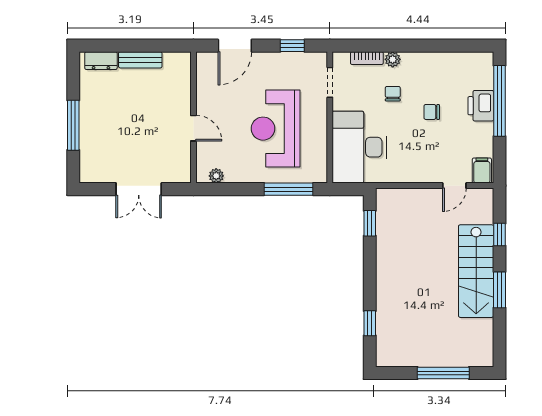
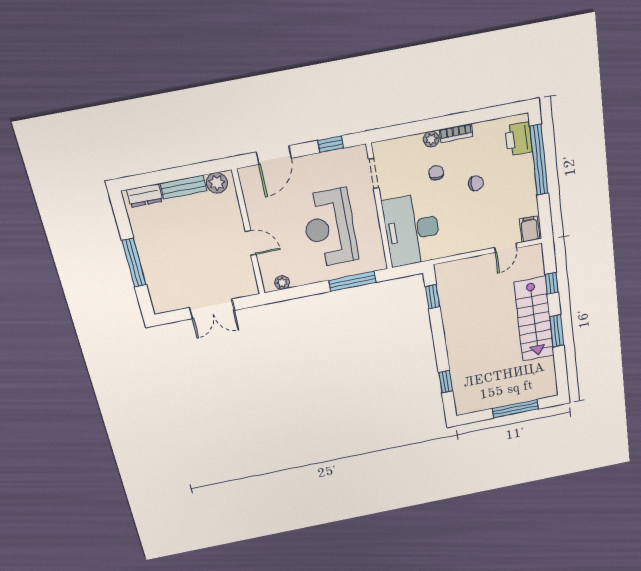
bookcase: (367, 58) -> (456, 133), moved
plant: (174, 62) -> (217, 183), added
printer: (481, 106) -> (519, 139), moved
chair: (432, 112) -> (476, 183), turned 180

